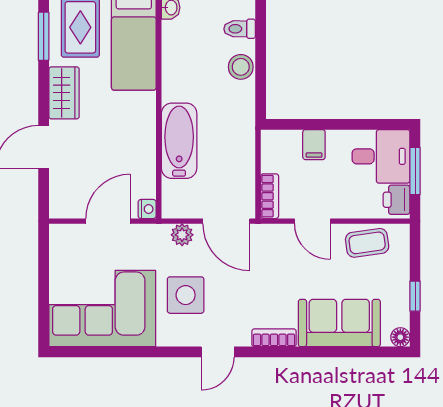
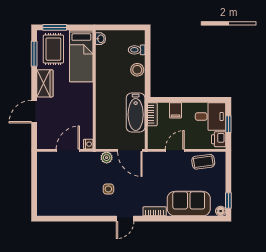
bathtub: (179, 141) -> (136, 113), moved, turned 180
window: (415, 171) -> (228, 124), width x0.67
bookcase: (270, 196) -> (152, 114), moved
door: (312, 221) -> (175, 150), swing flipped
side table: (186, 295) -> (108, 189), width x0.54, depth x0.54
window: (415, 296) -> (228, 201), moved
corner sofa: (102, 309) -> (65, 196), removed

